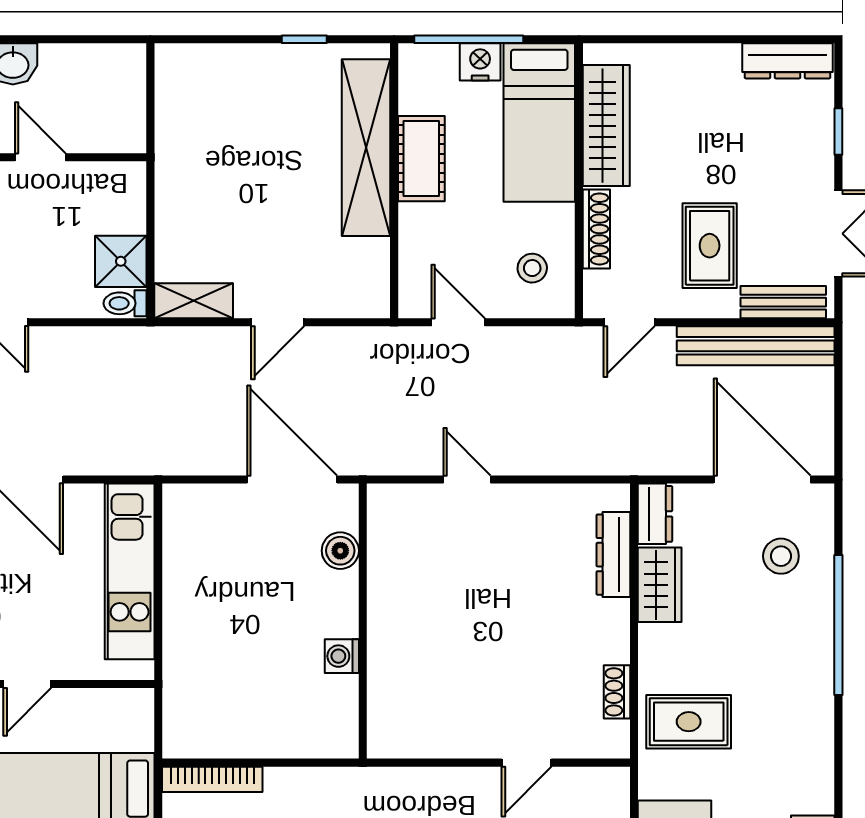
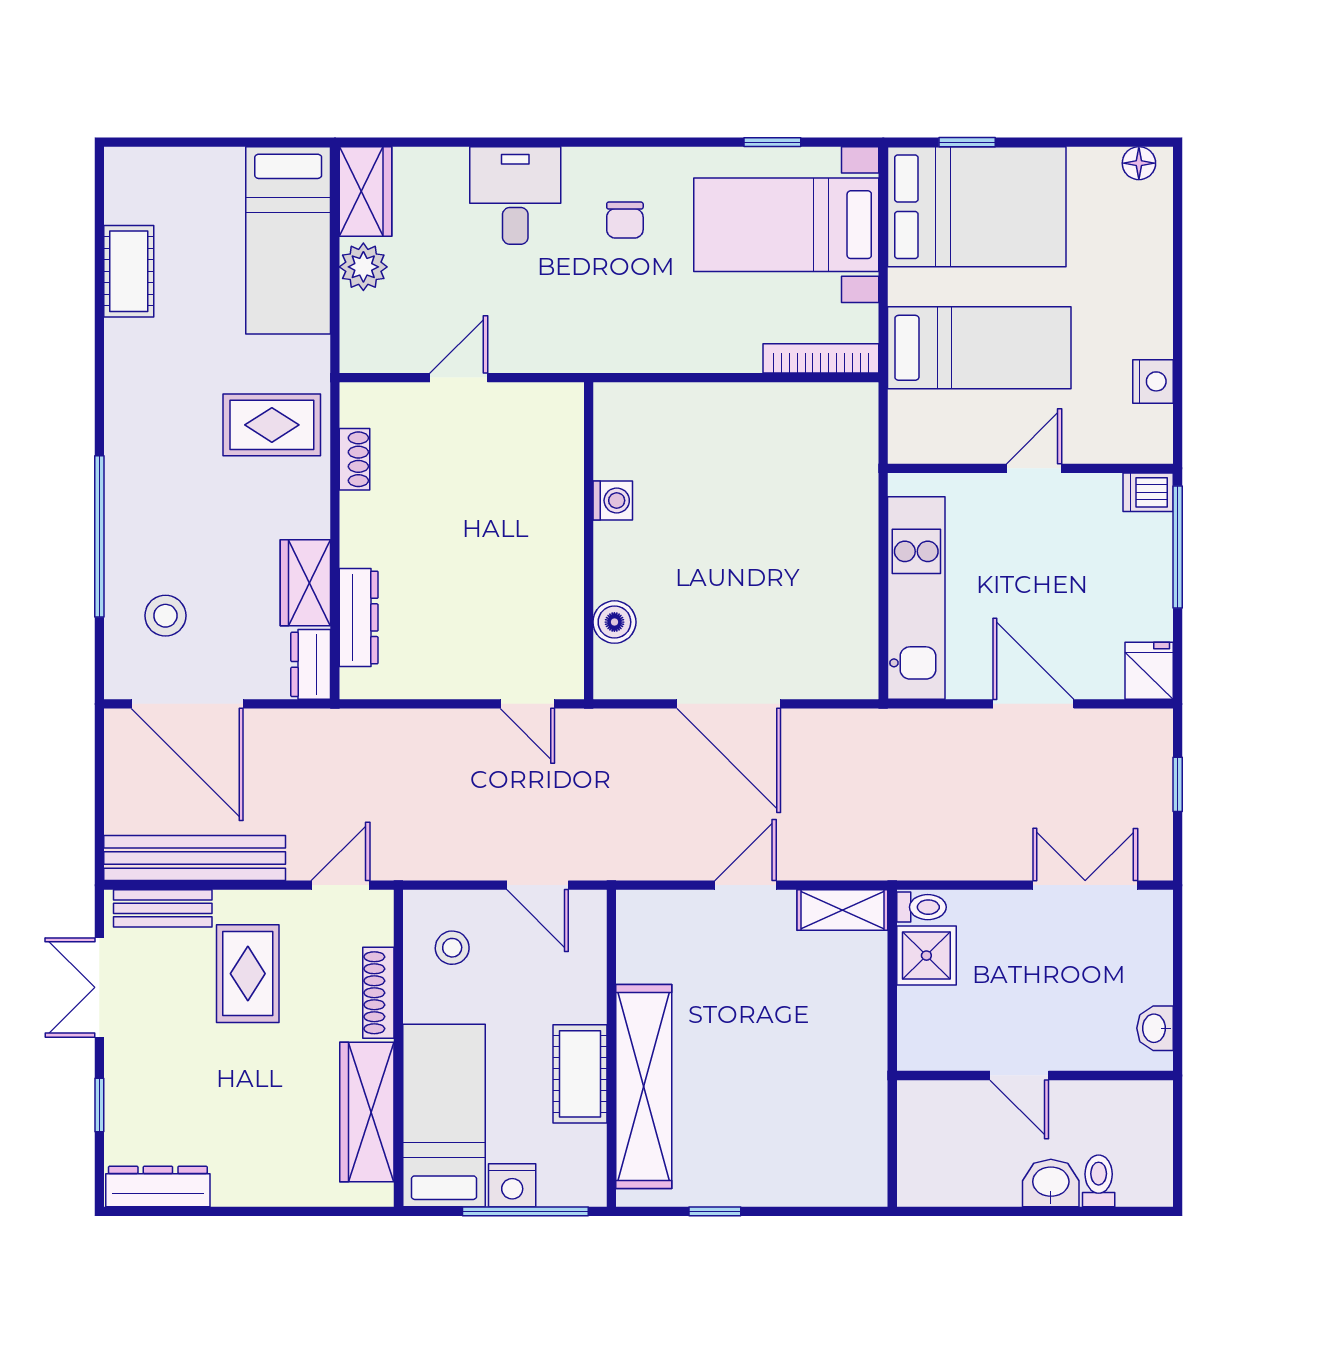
boiler: (340, 551) -> (614, 622), moved
wall: (363, 621) -> (589, 541), moved
washing machine: (342, 656) -> (613, 500), moved

